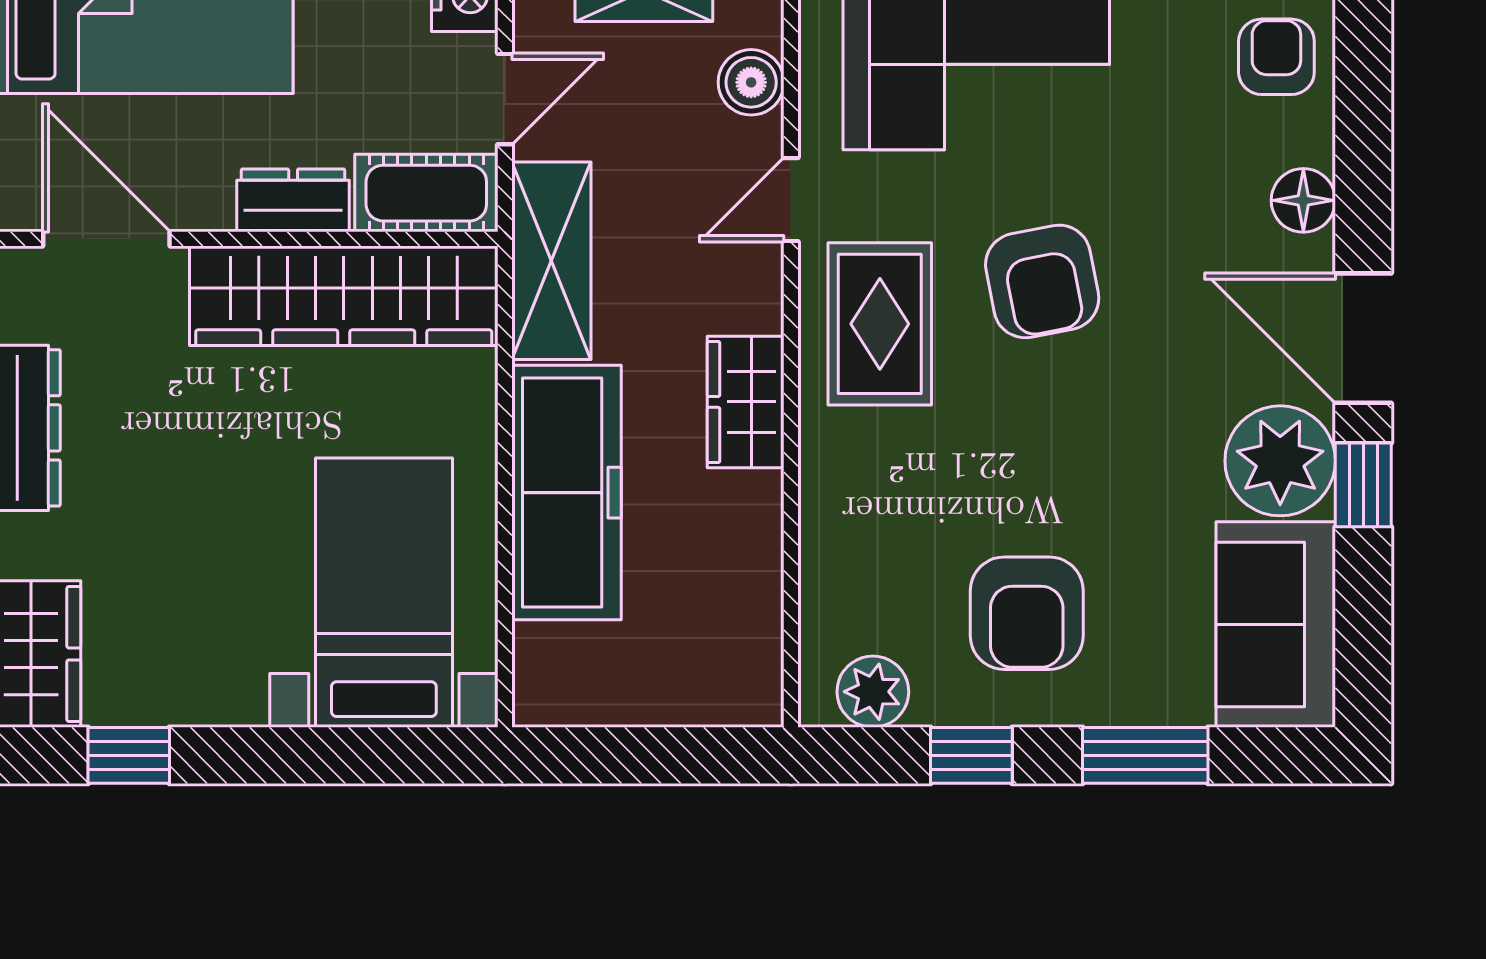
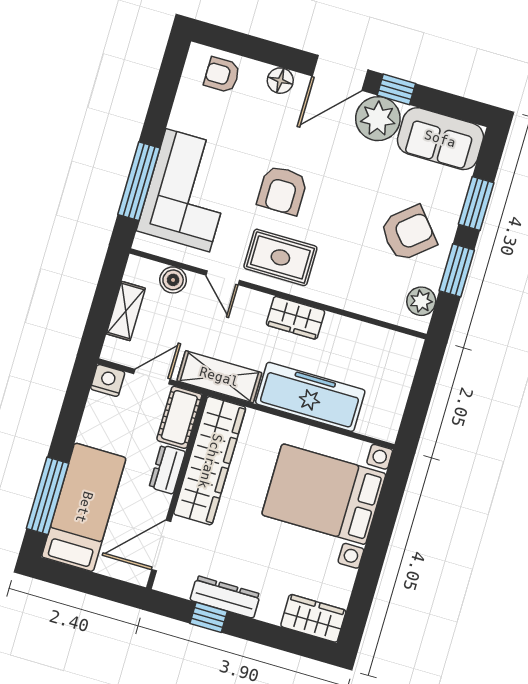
door: (505, 99) -> (152, 377), hinge flipped
armchair: (1042, 281) -> (282, 190), turned 101
bed with nightstands: (384, 593) -> (324, 494), width x1.36
armchair: (1027, 613) -> (408, 233), turned -40
window: (129, 755) -> (363, 595), removed
window: (971, 755) -> (457, 270), width x1.50

